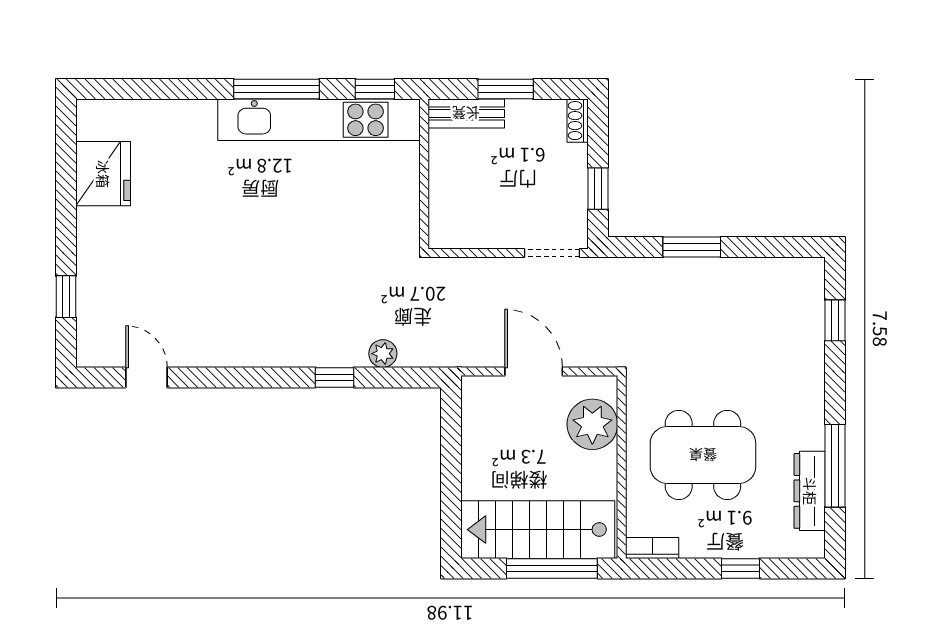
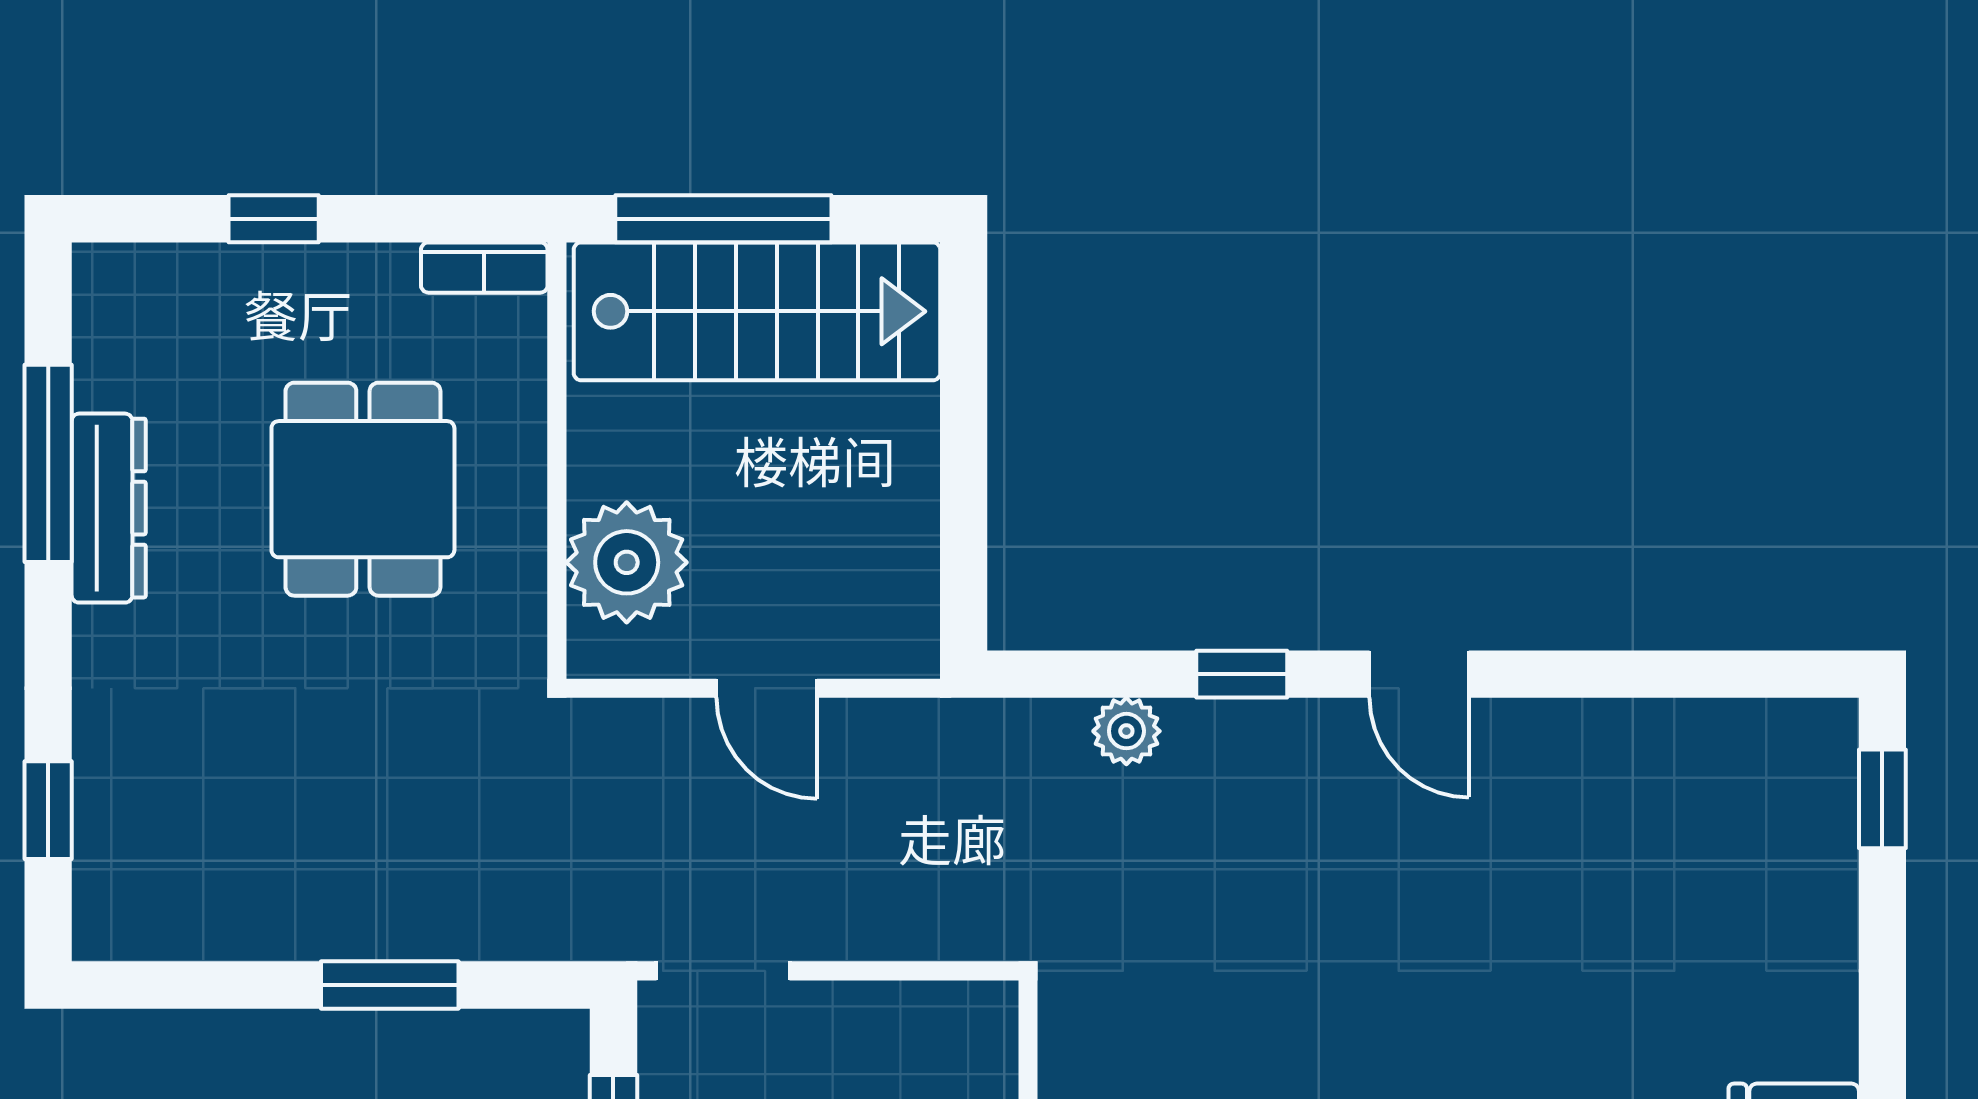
window: (66, 297) -> (1882, 799), moved
door: (534, 372) -> (767, 688), width x0.73
door: (146, 377) -> (1419, 674), moved
dining table: (703, 455) -> (363, 489), width x0.73
dresser: (810, 491) -> (109, 508), moved

